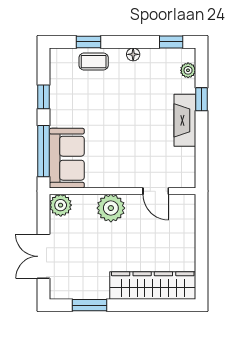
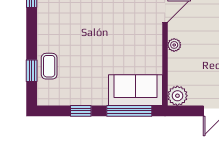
floor lamp: (133, 54) -> (43, 31), removed
plant: (111, 208) -> (174, 45), width x0.53, depth x0.53

